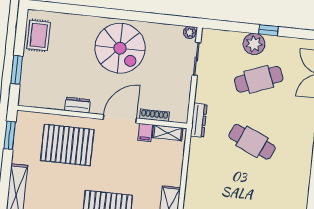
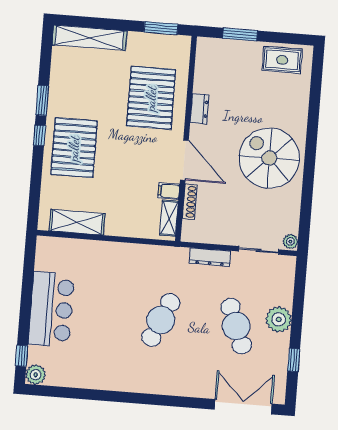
window: (268, 30) -> (294, 360), moved
spiral stairs: (120, 48) -> (269, 158), turned 90
dresser: (199, 120) -> (210, 257), moved

